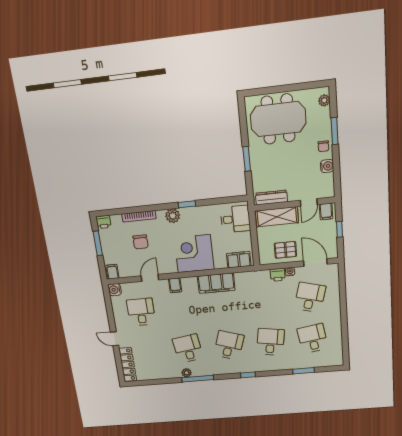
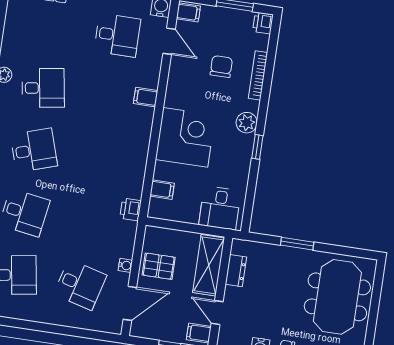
dresser: (271, 198) -> (236, 271), width x0.70
chair: (141, 242) -> (221, 67), turned 90
pallet: (285, 250) -> (159, 266), turned 90
filing cabinet: (239, 260) -> (162, 190), width x0.50
printer: (278, 275) -> (131, 209), moved
door: (150, 278) -> (169, 41), moved
filing cabinet: (216, 283) -> (134, 157), removed
desk: (229, 345) -> (34, 150), turned -36

